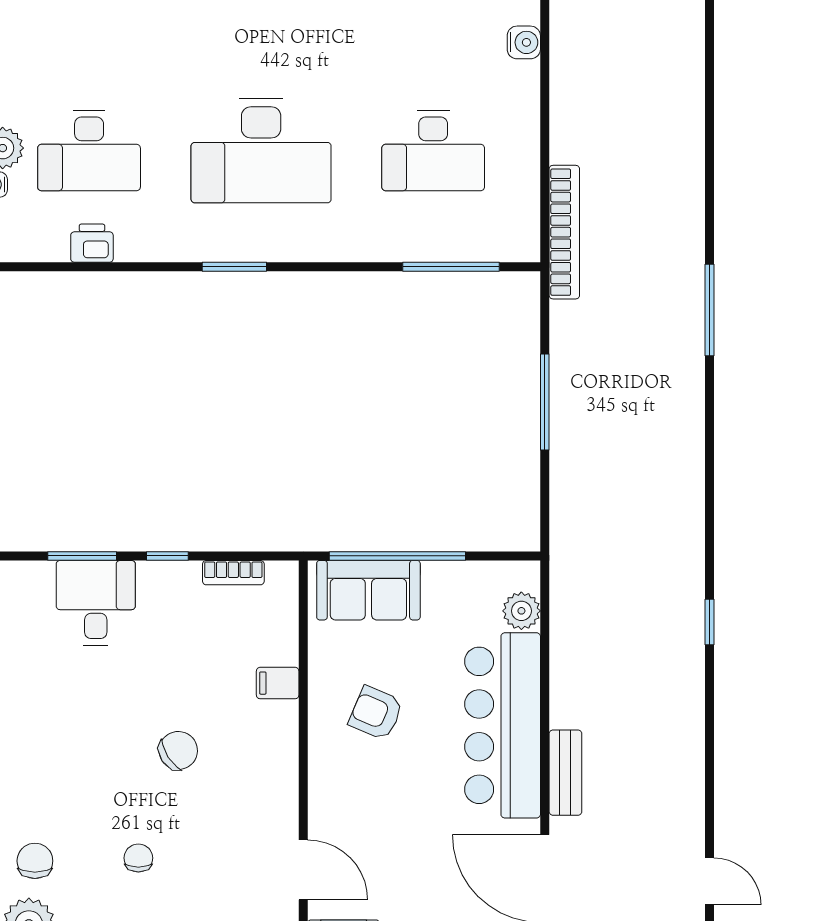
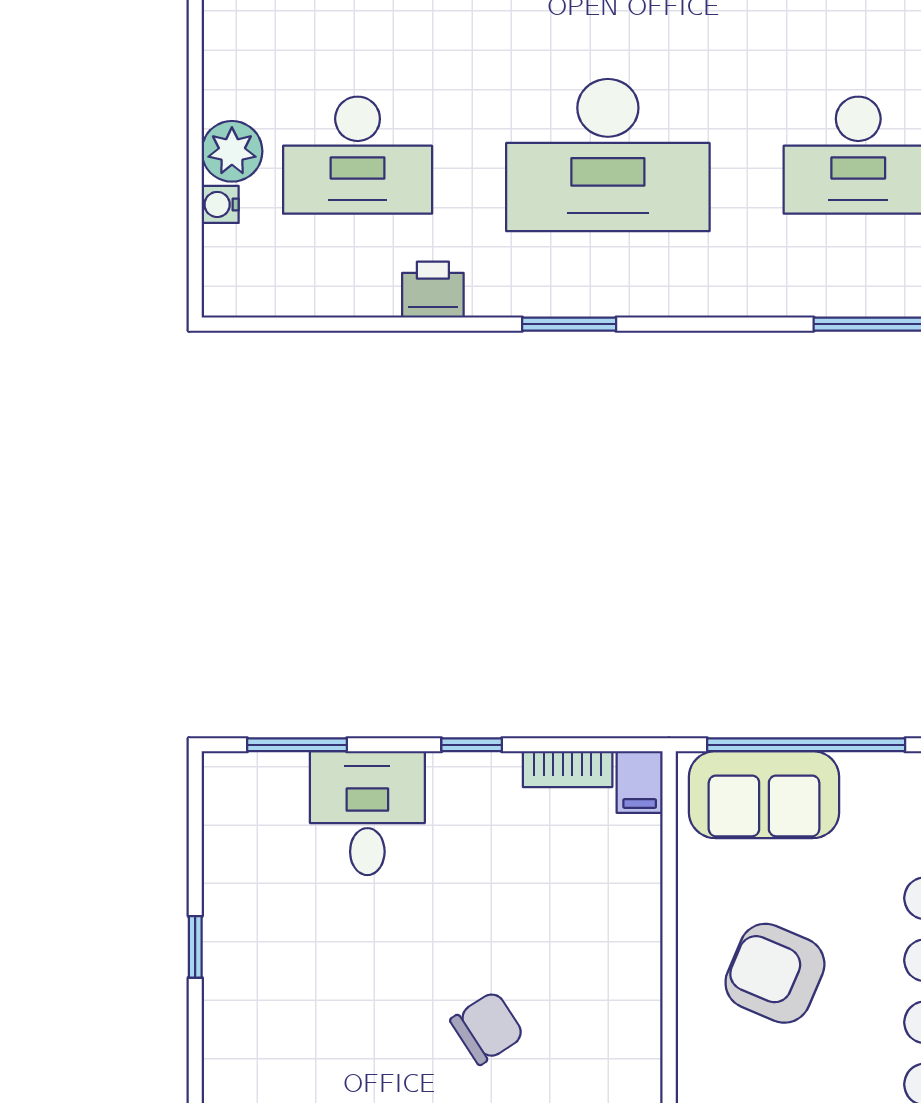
printer: (92, 243) -> (433, 290), moved
window: (82, 556) -> (297, 745), moved
filing cabinet: (278, 683) -> (640, 782), moved, turned -90
armchair: (376, 713) -> (775, 973), width x1.38, depth x1.38

